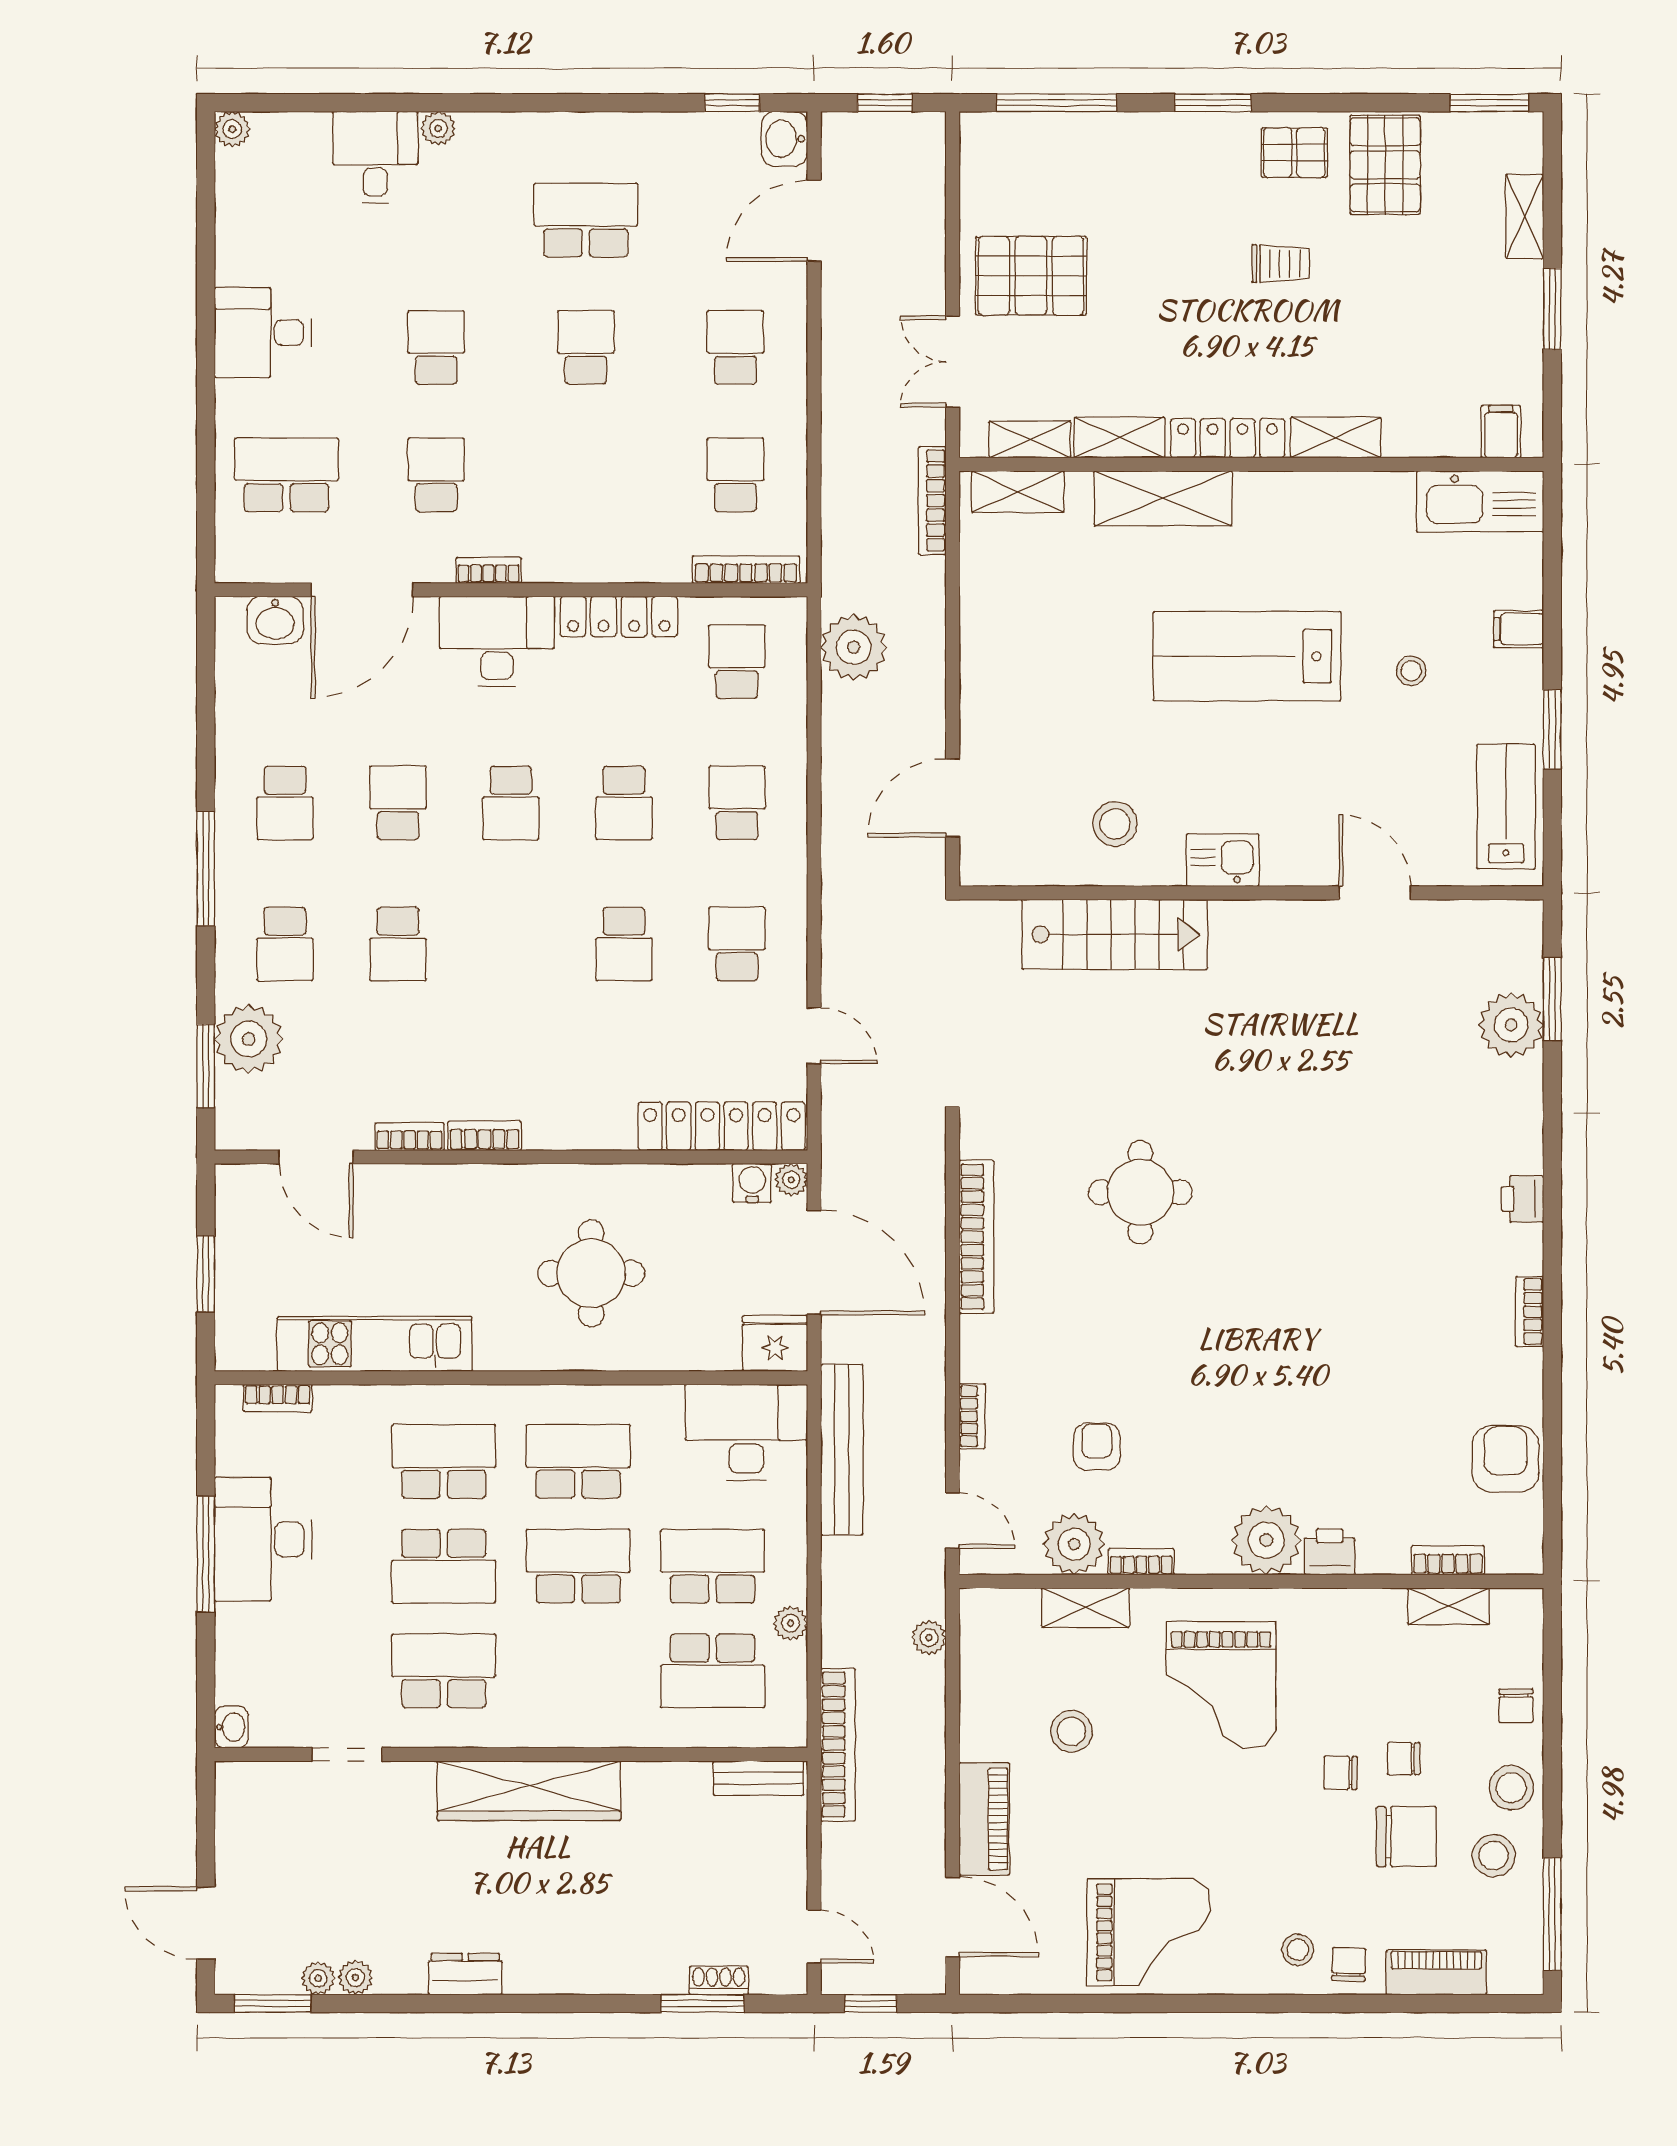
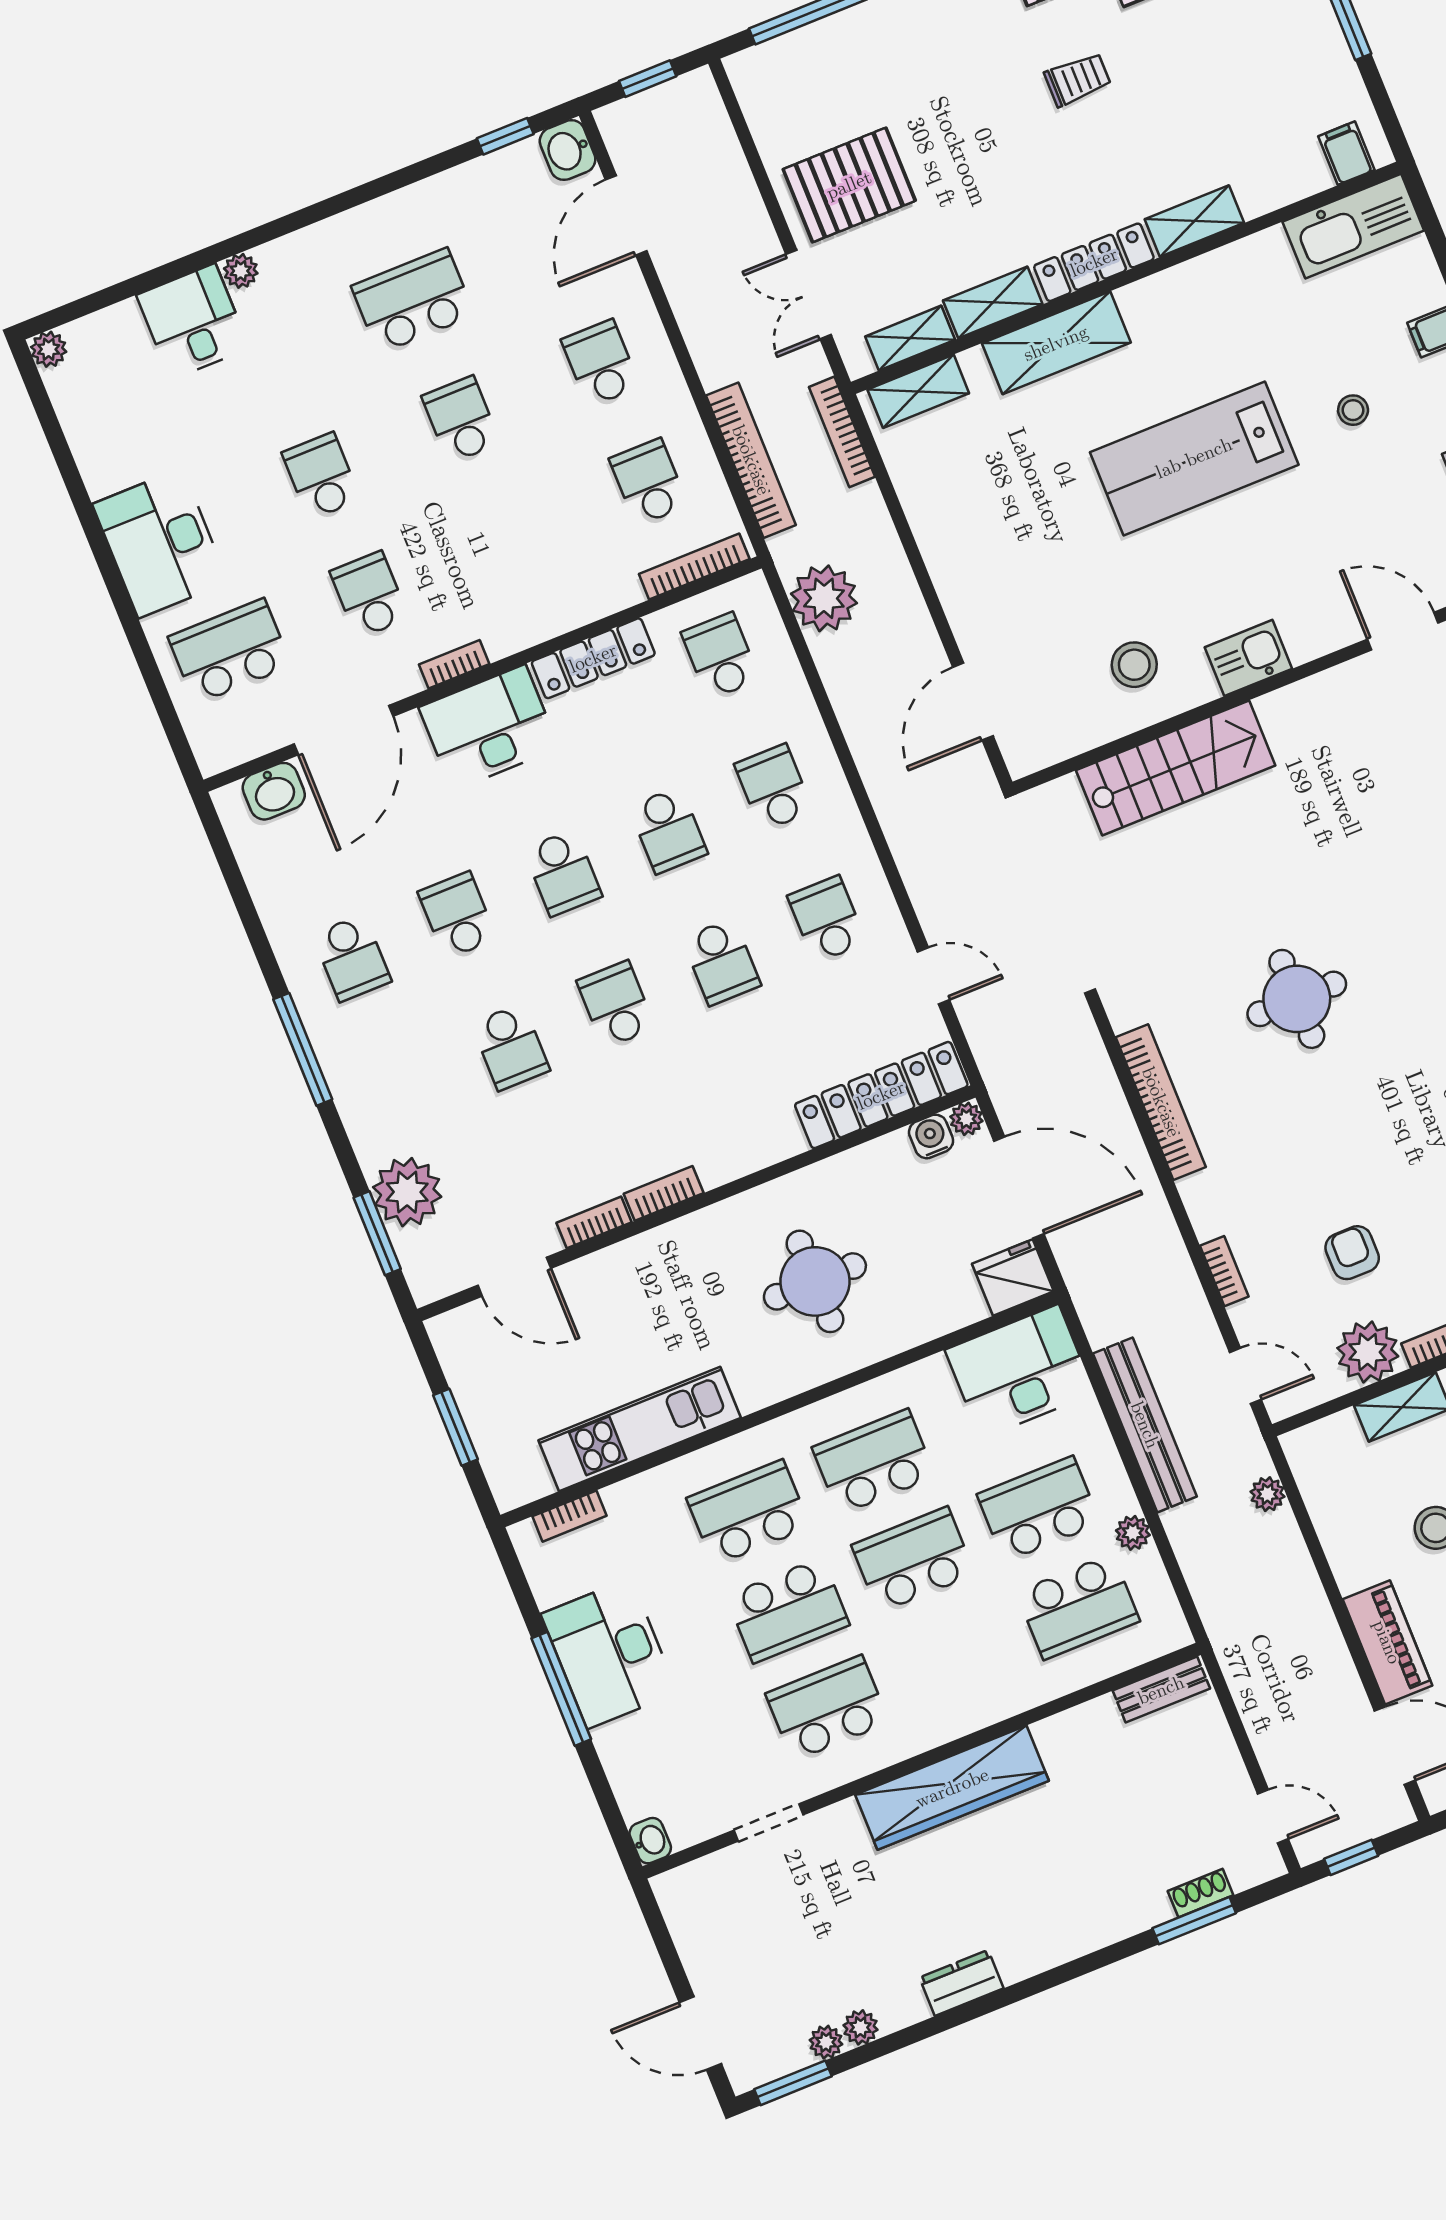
desk: (263, 333) -> (160, 543), width x1.37
school desk: (285, 944) -> (616, 1004), moved, turned 180
bench: (842, 1450) -> (1145, 1425), moved
bookcase: (838, 1745) -> (751, 460), moved

